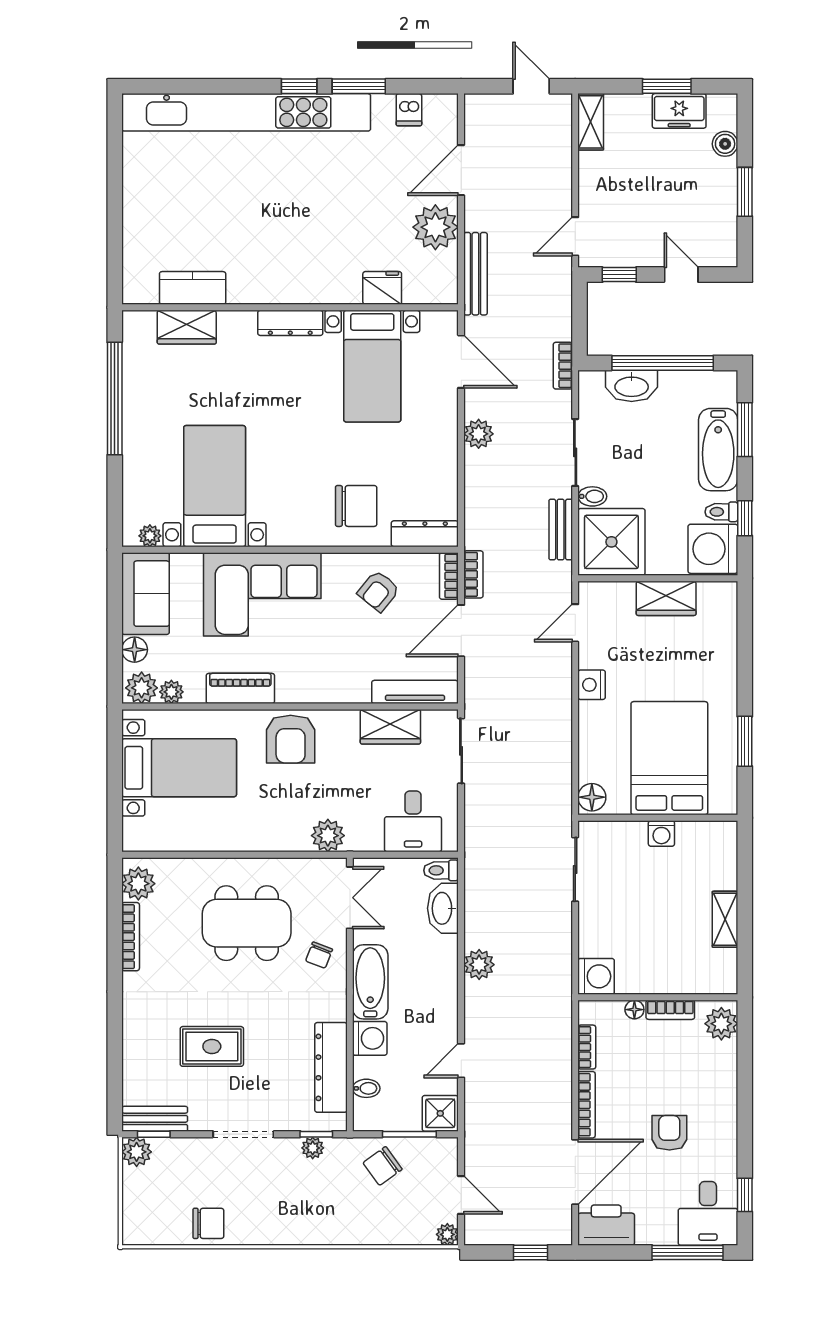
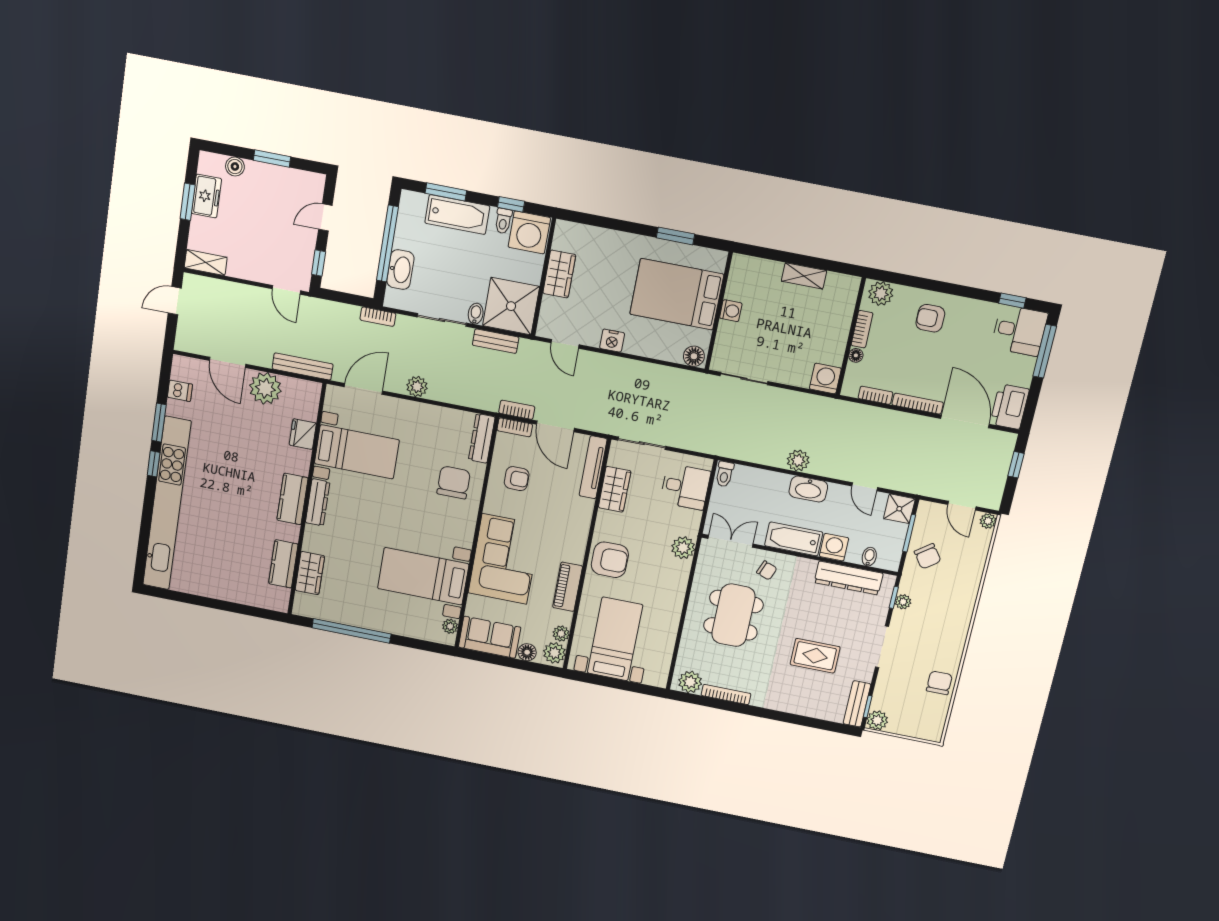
kitchen counter: (288, 287) -> (292, 499), added
armchair: (379, 591) -> (517, 479), turned -39
washbasin: (443, 908) -> (808, 489), moved
rug: (212, 1046) -> (815, 656), turned 90
armchair: (669, 1133) -> (930, 318), moved
door: (461, 1195) -> (962, 506), swing flipped

